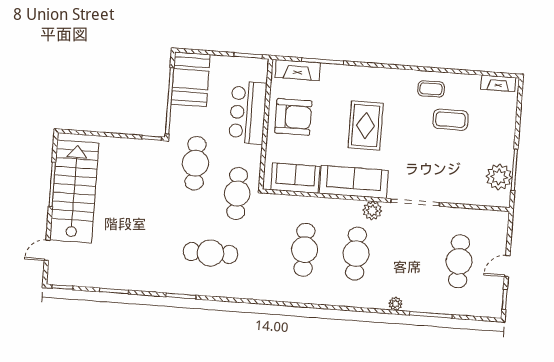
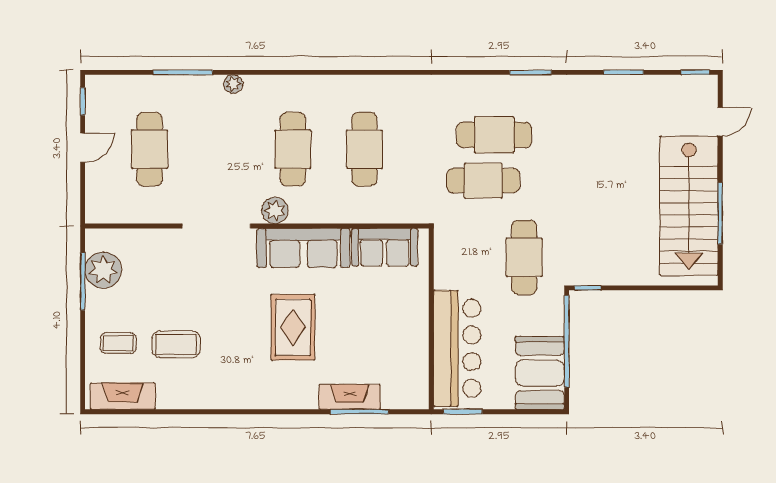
fireplace: (298, 70) -> (350, 397), moved
fireplace: (498, 83) -> (123, 396), width x1.37, depth x1.32
coffee table: (431, 89) -> (118, 343), moved
bar counter: (248, 113) -> (457, 348), width x1.36
armchair: (293, 117) -> (394, 332), removed
cafe table: (237, 193) -> (483, 181), moved, turned 90

